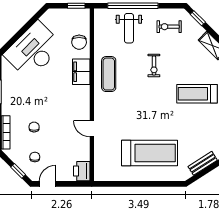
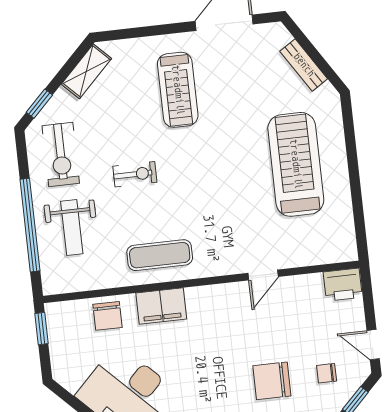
exercise bike: (169, 27) -> (61, 154), width x1.38, depth x1.39
weight bench: (129, 28) -> (72, 228), turned 90
chair: (79, 42) -> (108, 316), turned 90
chair: (34, 127) -> (272, 381), width x1.87, depth x1.87

